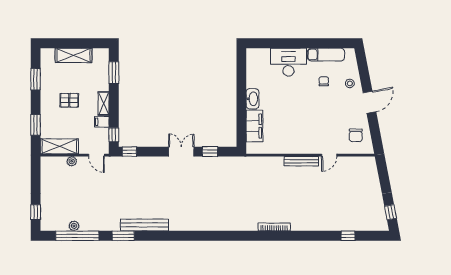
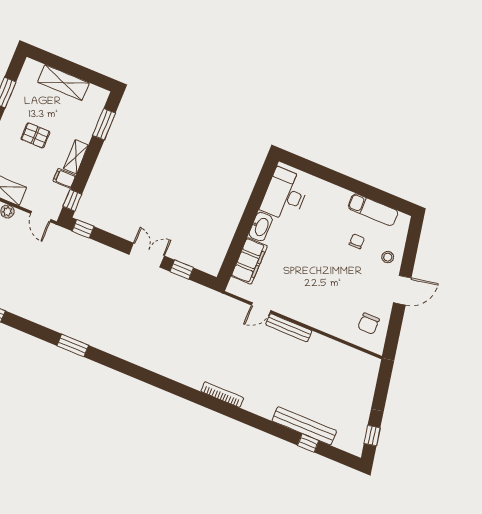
desk: (288, 62) -> (285, 195), moved, turned -90
door: (329, 155) -> (261, 308), moved
bench: (145, 225) -> (304, 426), moved
window: (123, 236) -> (73, 345), moved

